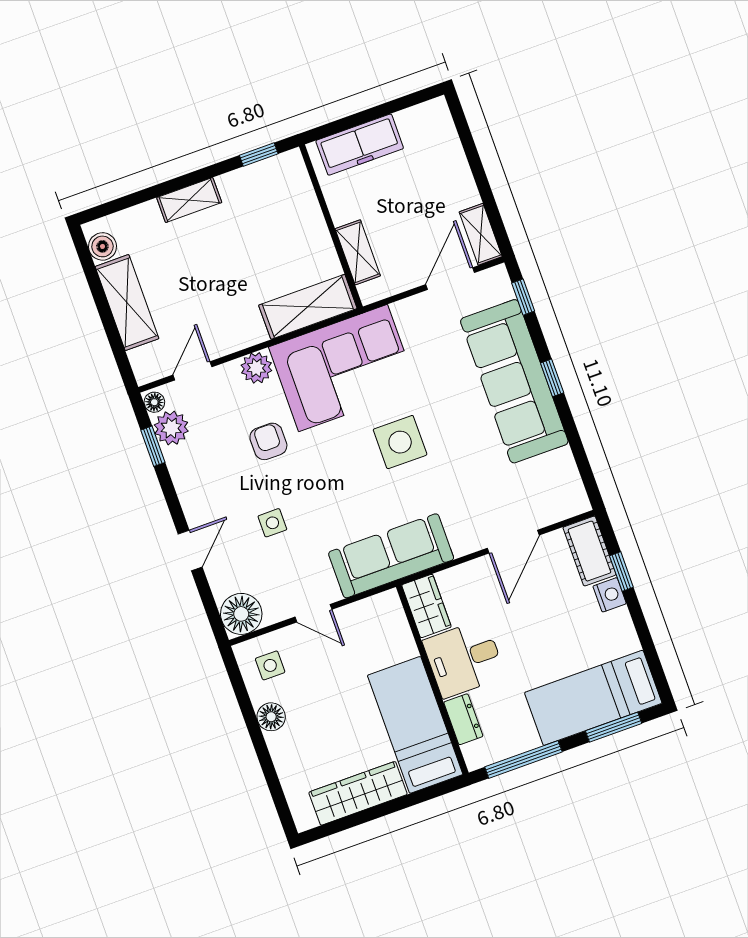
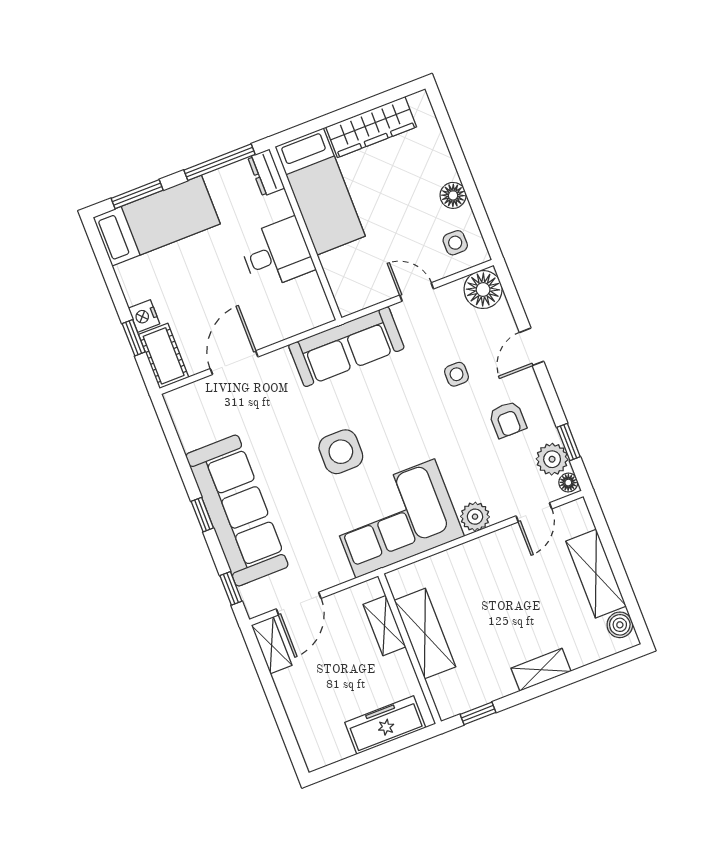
shelving: (308, 307) -> (425, 634), moved, turned 90
armchair: (268, 441) -> (508, 420), moved
wardrobe: (427, 606) -> (312, 301), removed
dresser: (463, 719) -> (266, 173), moved

